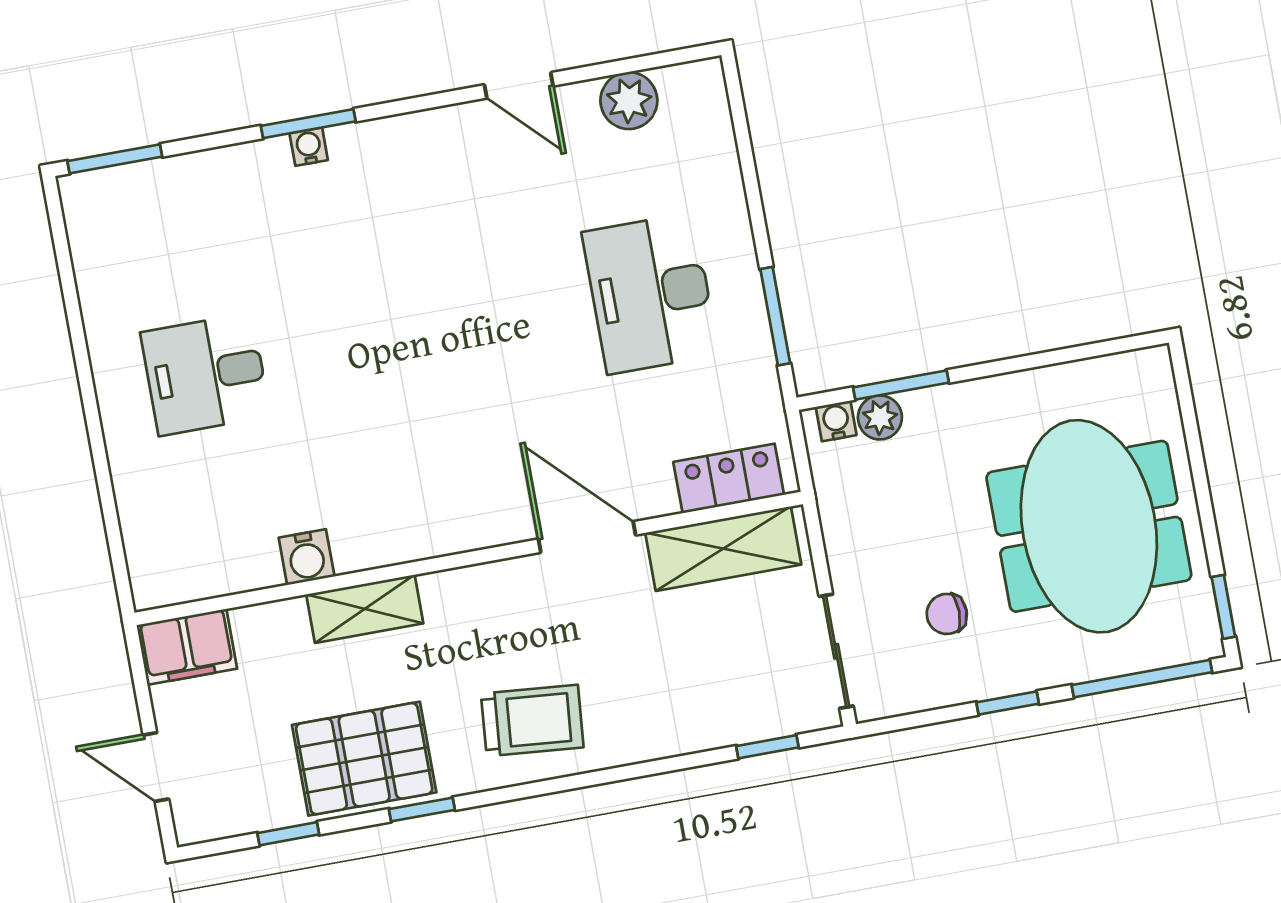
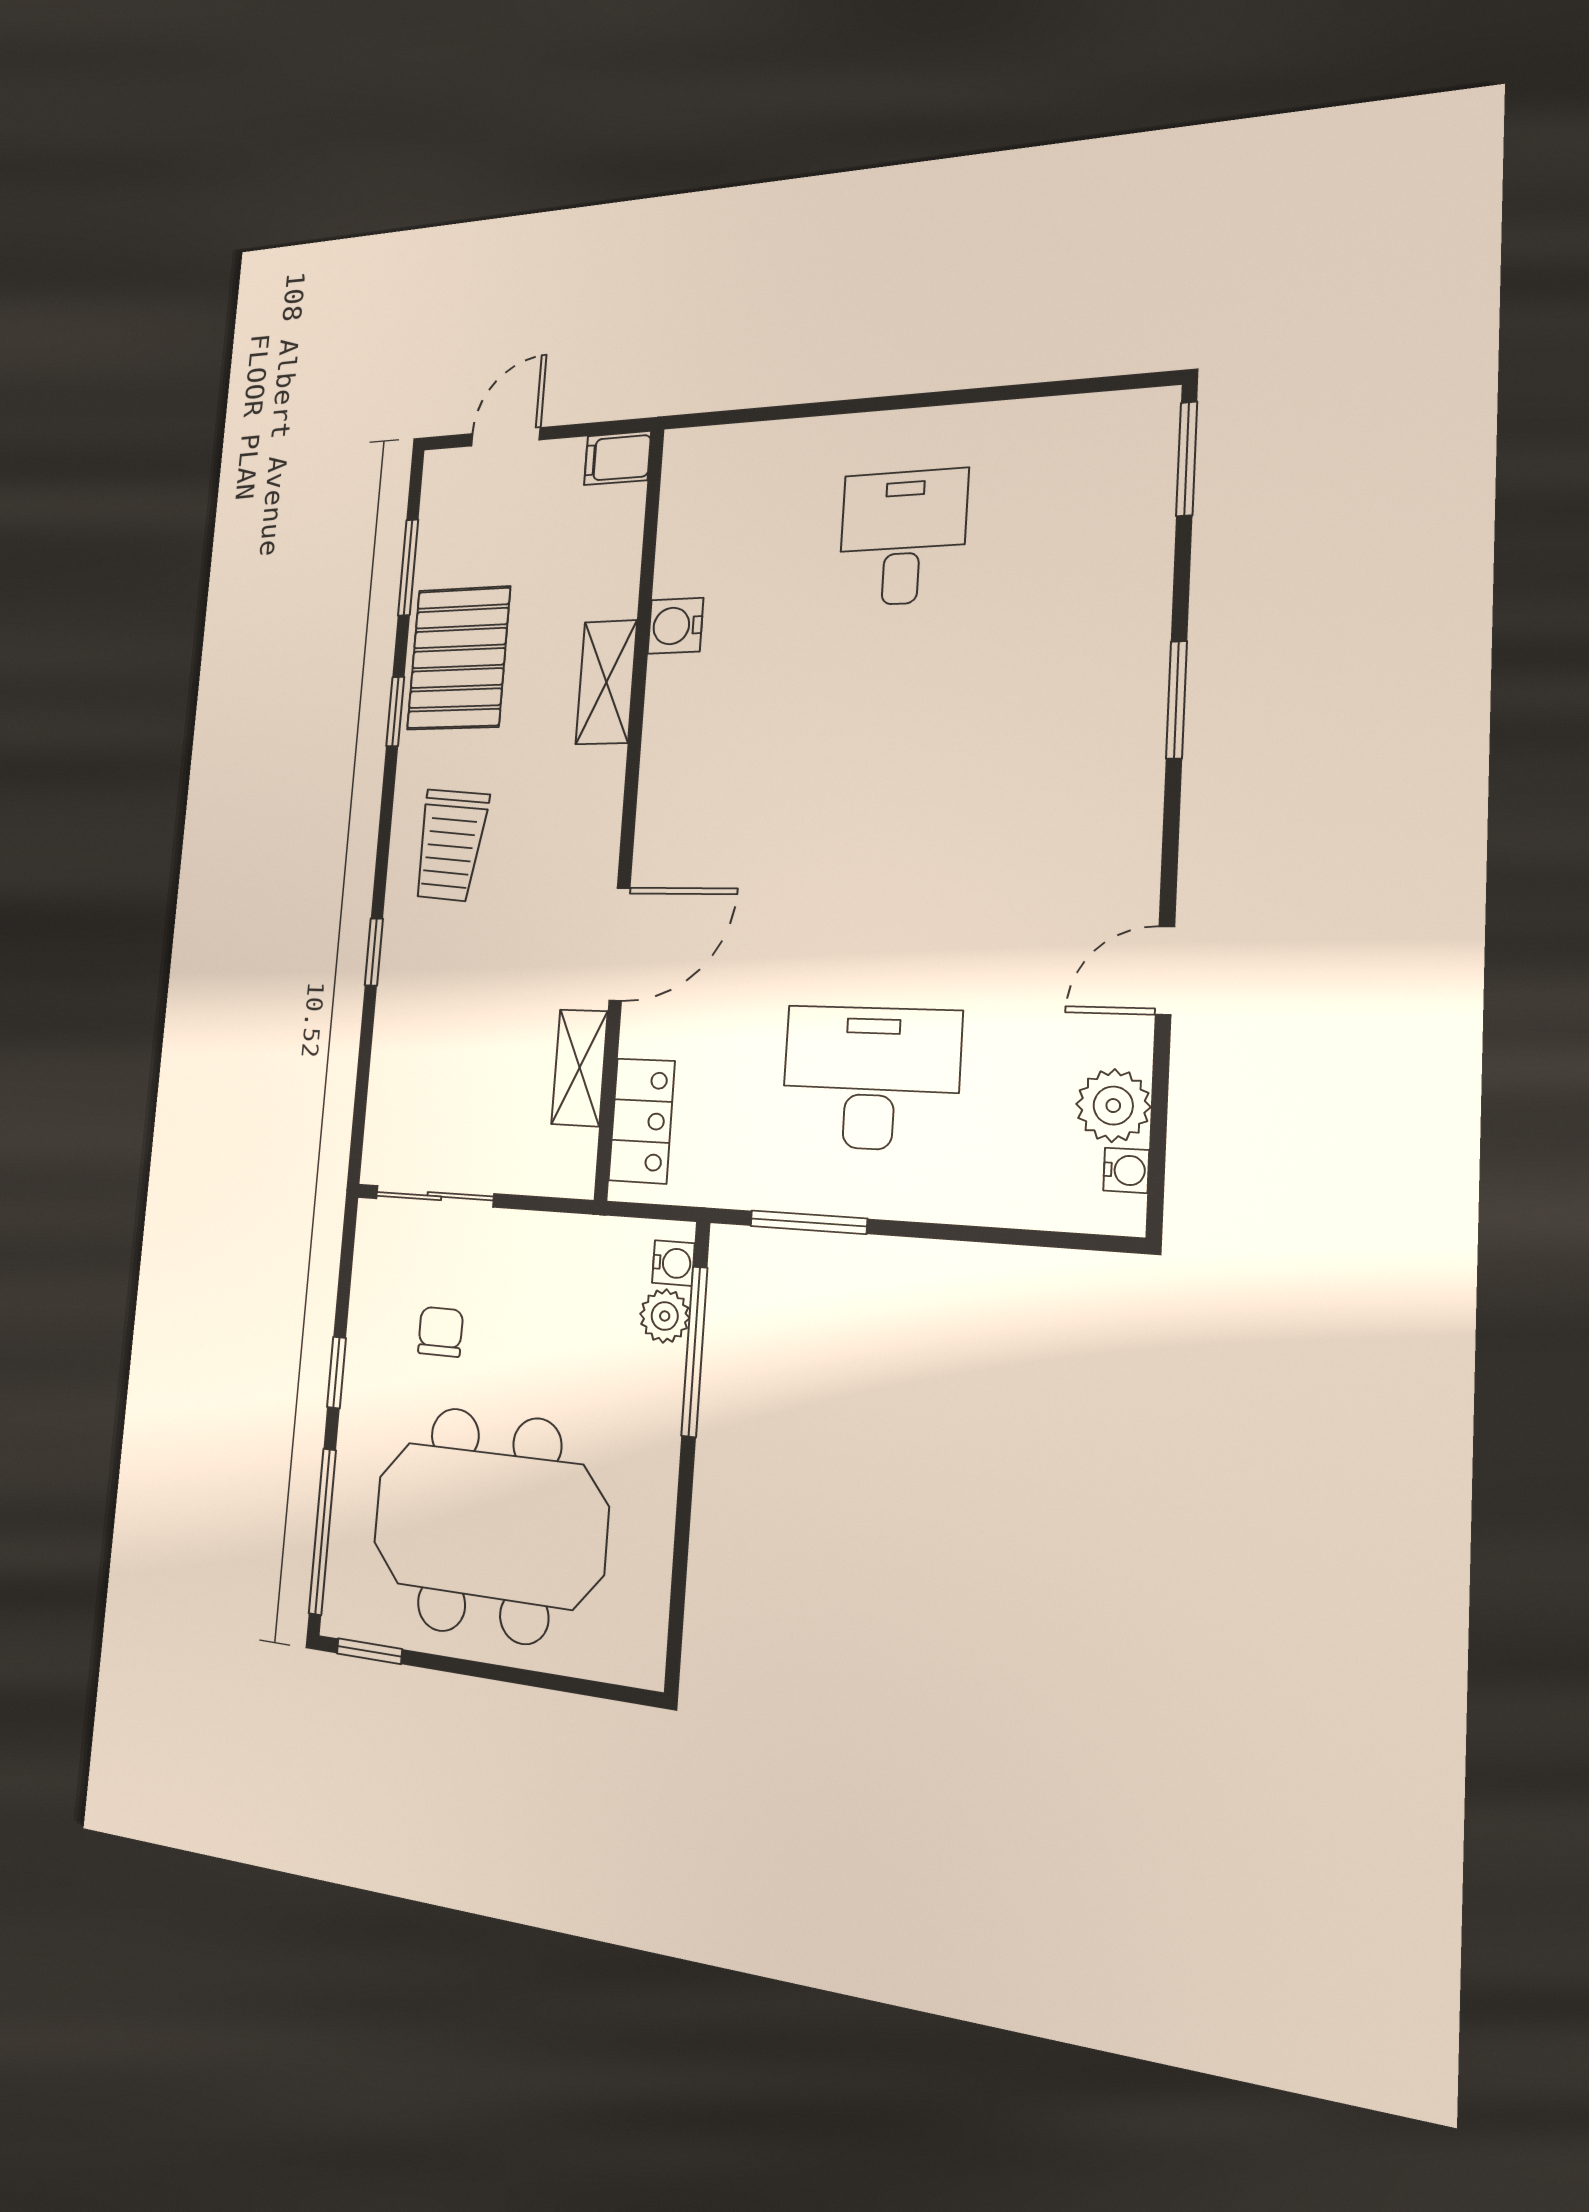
water cooler: (309, 147) -> (1126, 1170), moved
window: (901, 385) -> (694, 1352), width x1.44
shelving: (723, 549) -> (580, 1068), width x0.67, depth x0.75
filing cabinet: (187, 647) -> (618, 458), width x0.50
window: (767, 747) -> (374, 952), moved
window: (288, 834) -> (408, 568), width x1.50

